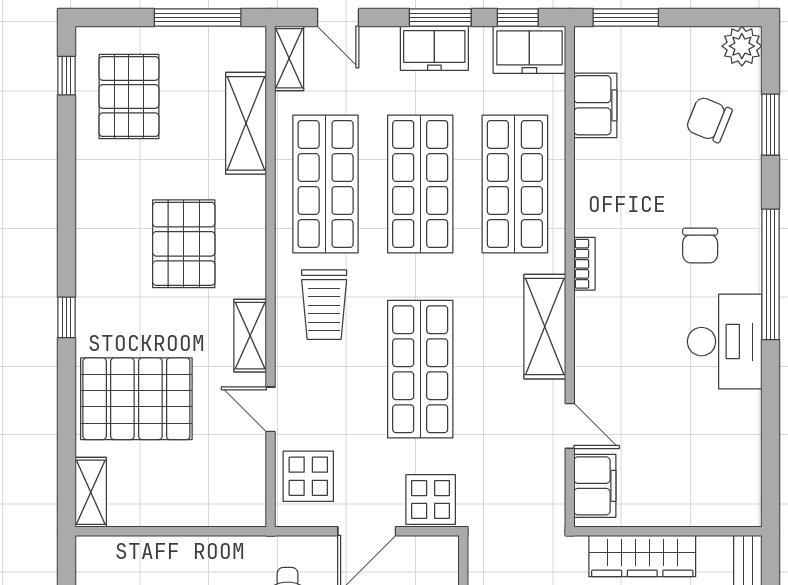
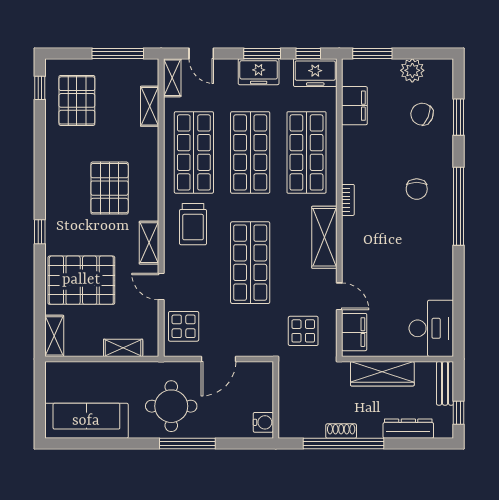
plant: (742, 46) -> (412, 70), moved
shelving: (246, 123) -> (150, 106), width x0.67, depth x0.75
desk: (725, 342) -> (431, 328), moved
display table: (431, 500) -> (303, 331), moved
shelving: (206, 512) -> (123, 348), added

